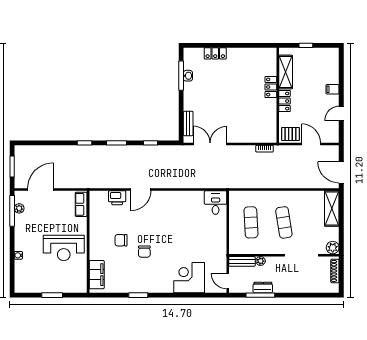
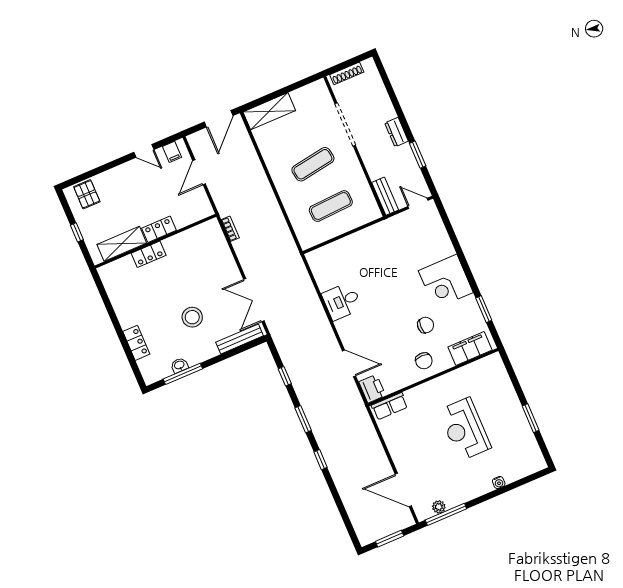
filing cabinet: (333, 89) -> (172, 152), moved
stool: (216, 98) -> (192, 317), added
bench: (188, 123) -> (240, 339), width x1.36
pallet: (290, 134) -> (87, 194), moved
desk: (216, 203) -> (342, 301), moved
row of seats: (81, 204) -> (390, 406), moved
wall: (88, 242) -> (433, 377), moved
reception desk: (64, 248) -> (465, 429), turned 180
plant: (333, 248) -> (318, 89), removed
plant: (261, 261) -> (374, 173), removed
filing cabinet: (97, 275) -> (470, 348), moved
corner desk: (189, 278) -> (446, 282), moved
door: (228, 281) -> (418, 203), swing flipped
dresser: (263, 287) -> (397, 132), moved
window: (260, 295) -> (418, 155), width x0.69

